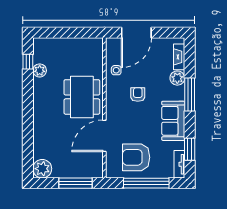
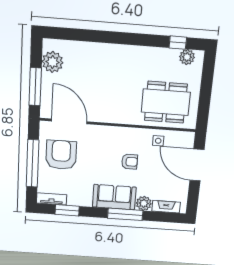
plant: (40, 70) -> (187, 57), moved
dining table: (82, 97) -> (166, 102), moved
sofa: (173, 121) -> (114, 197), moved
door: (104, 136) -> (69, 121), moved
plant: (42, 169) -> (53, 62), moved

